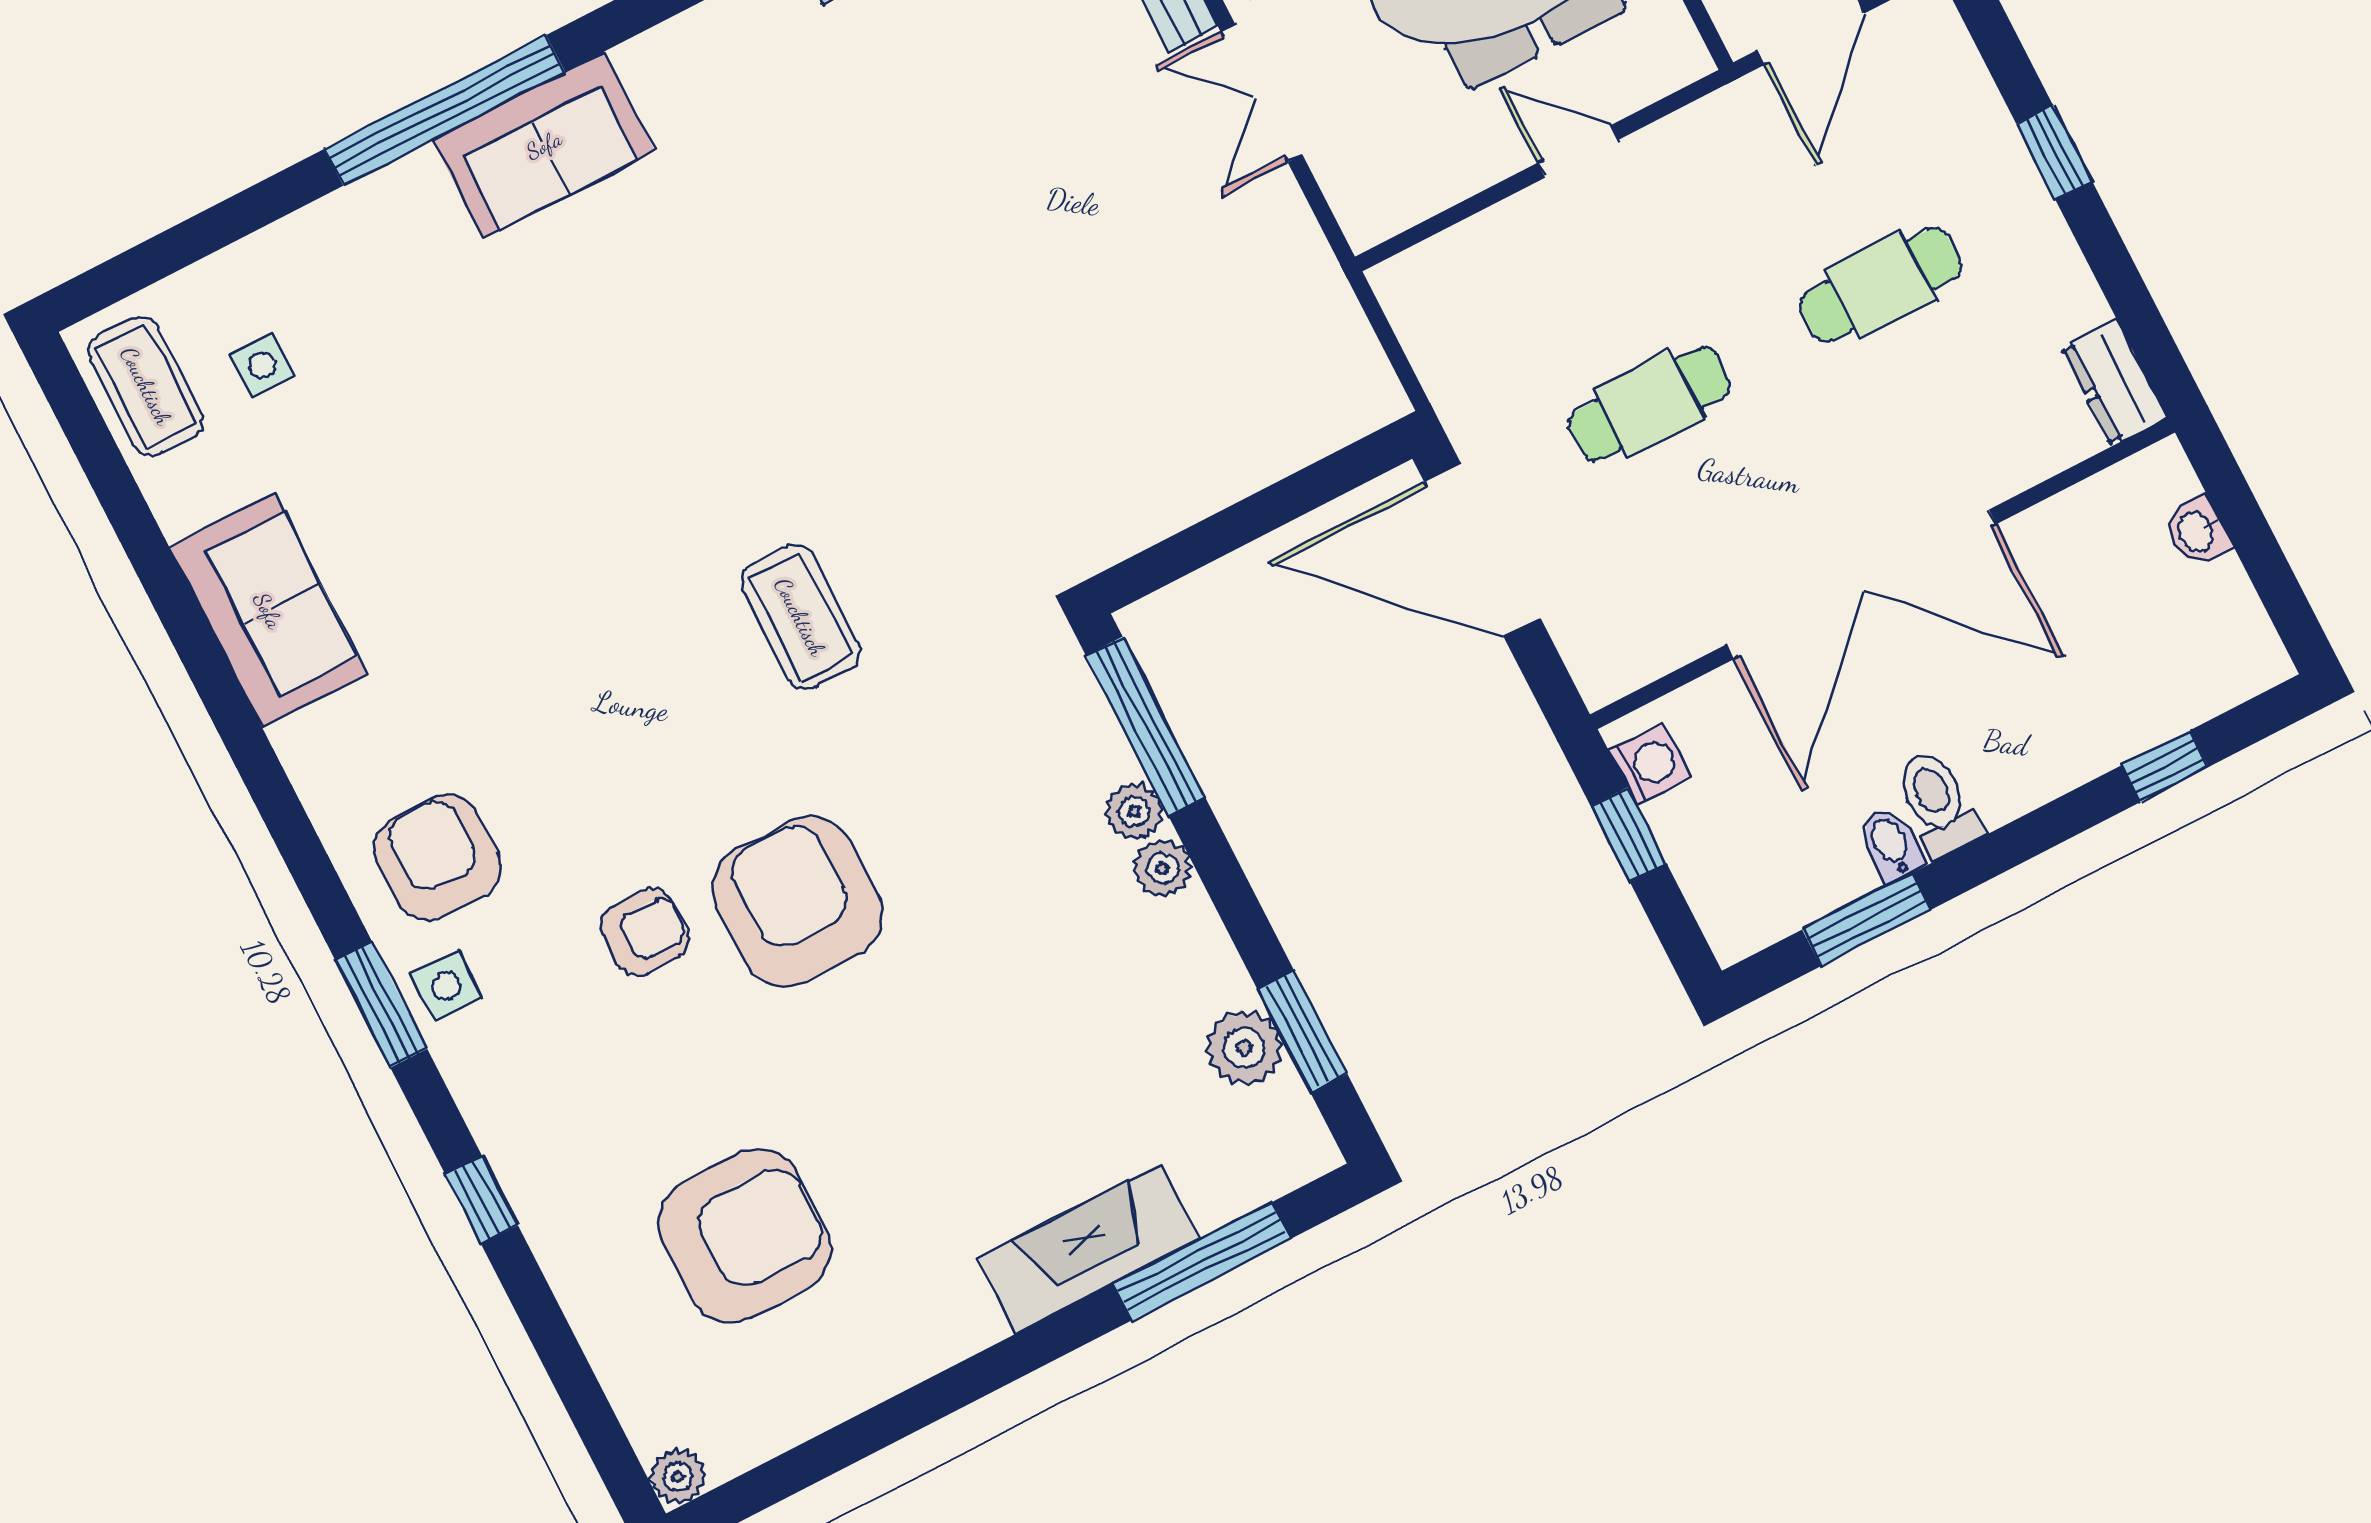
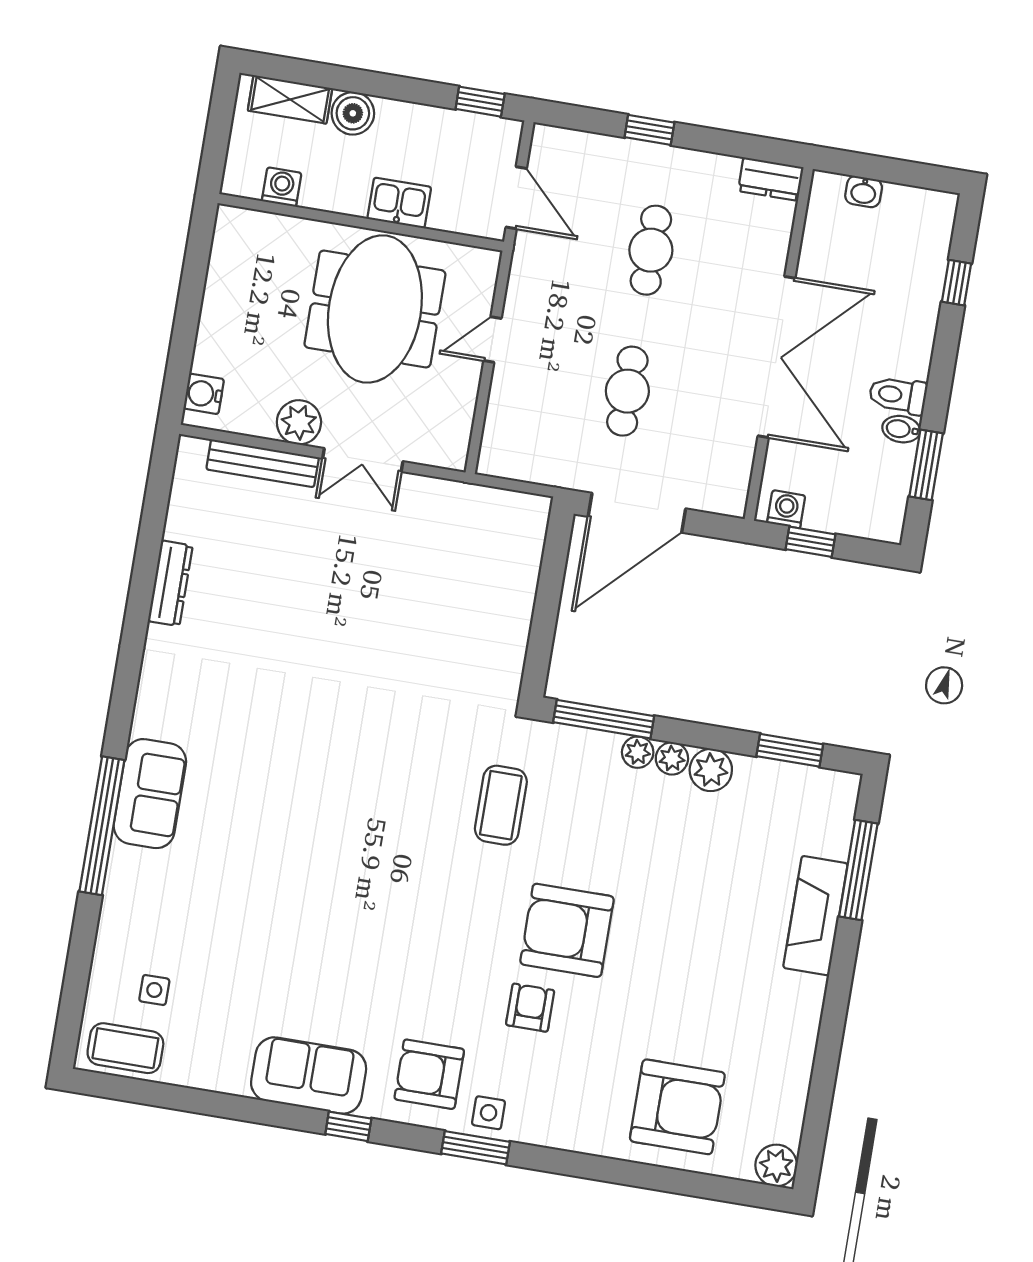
sofa: (268, 611) -> (309, 1075), moved
coffee table: (800, 617) -> (501, 805), moved, turned 90
plant: (1244, 1048) -> (711, 770), moved
window: (482, 1200) -> (348, 1126), moved
armchair: (744, 1236) -> (677, 1107), moved, turned 90
plant: (678, 1476) -> (776, 1165), width x1.38, depth x1.38

